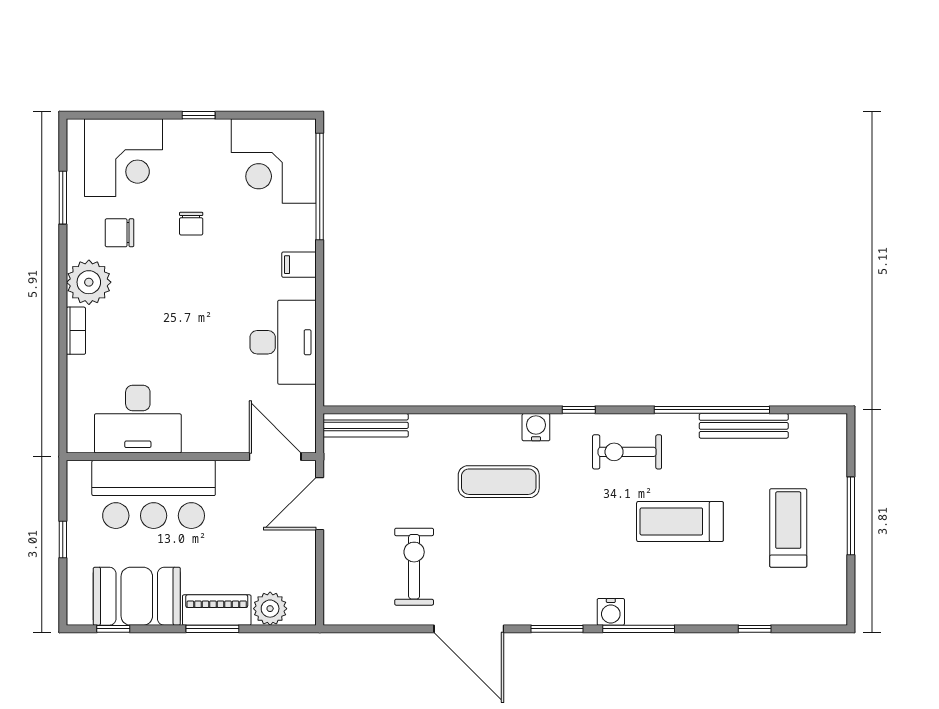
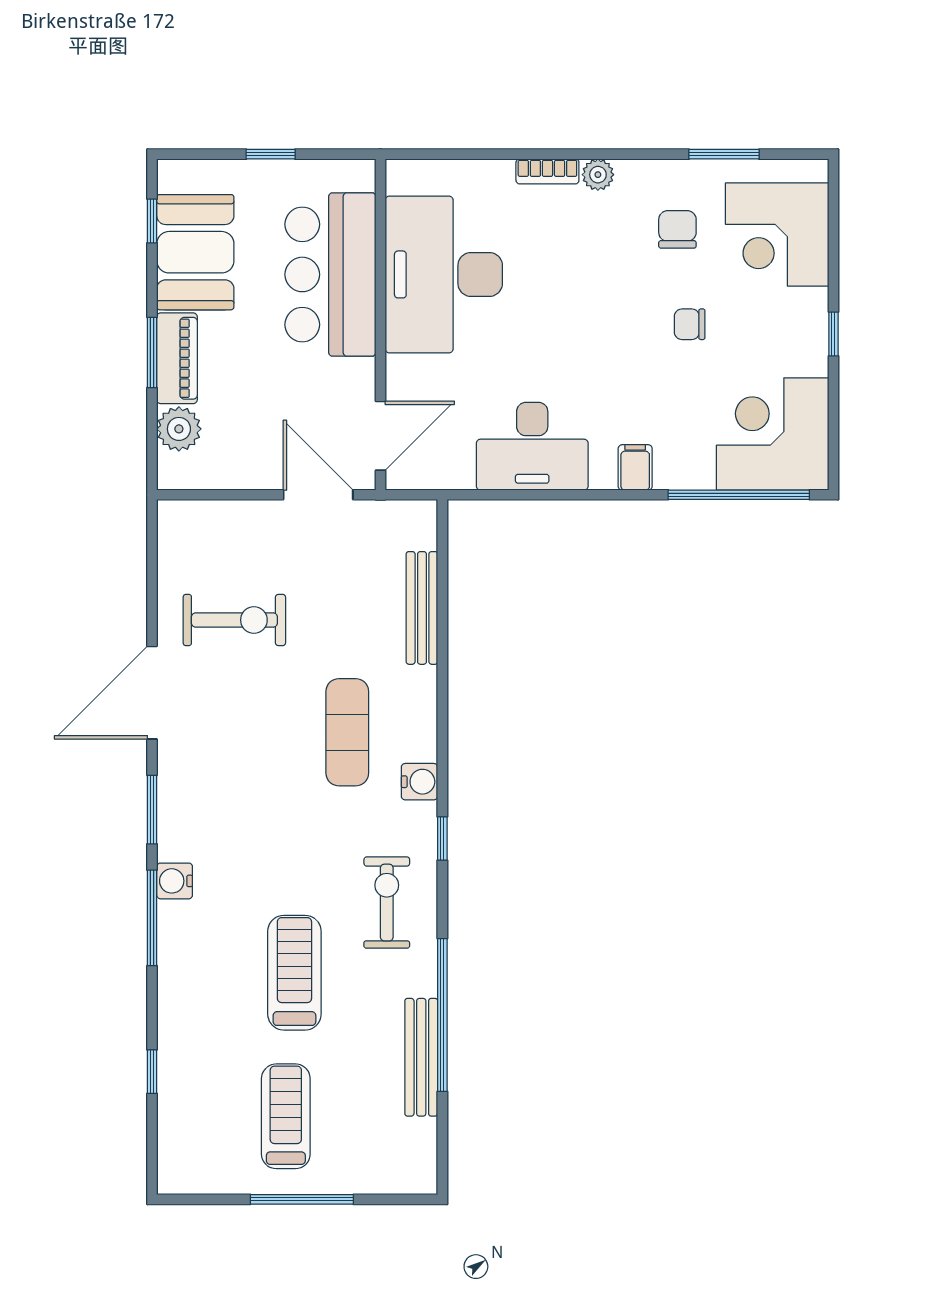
plant: (89, 282) -> (598, 175), width x0.53, depth x0.53
desk: (138, 419) -> (444, 274), width x1.36, depth x1.30
bench: (366, 425) -> (422, 608), moved
treadmill: (788, 528) -> (286, 1116), turned -90

